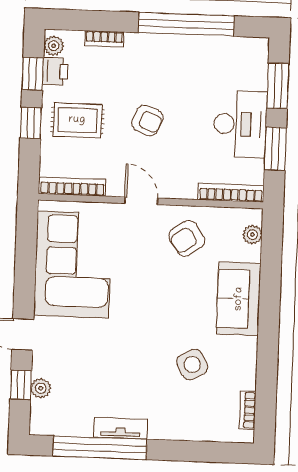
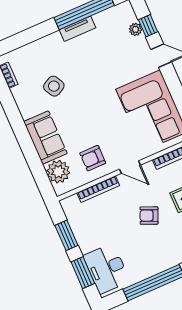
desk: (240, 124) -> (107, 269), moved
bookcase: (231, 193) -> (98, 189), moved
plant: (252, 235) -> (58, 172), width x1.88, depth x1.88
armchair: (187, 238) -> (93, 158), turned -146

